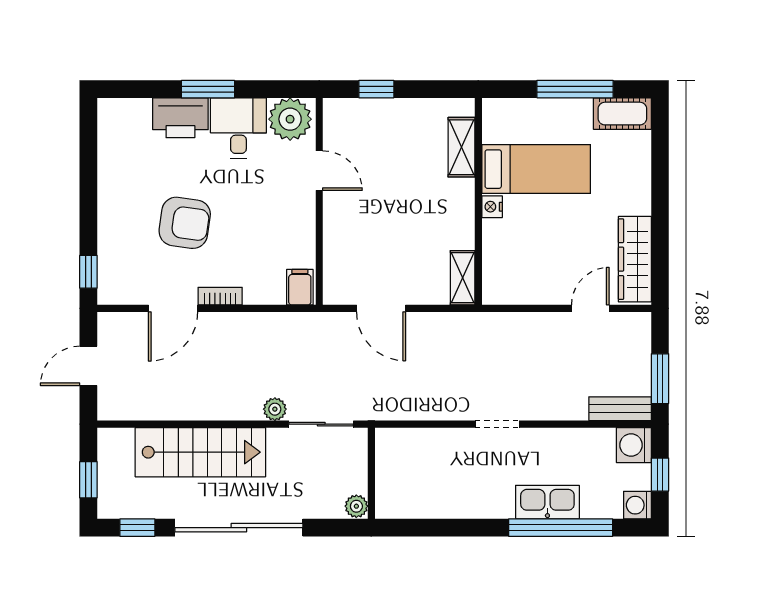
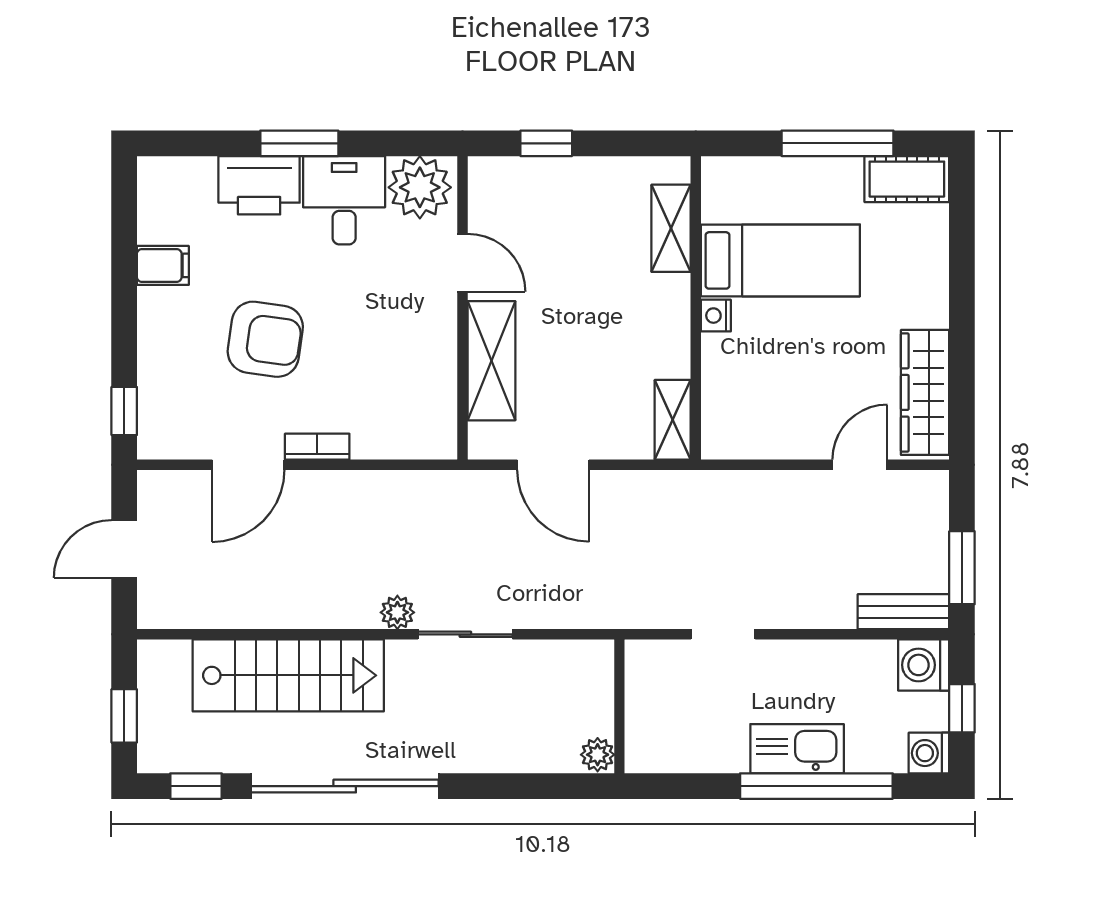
shelving: (339, 237) -> (491, 361), added
filing cabinet: (300, 287) -> (163, 265), moved, turned 90
wall: (371, 473) -> (619, 706), moved
plant: (356, 506) -> (598, 755), moved

